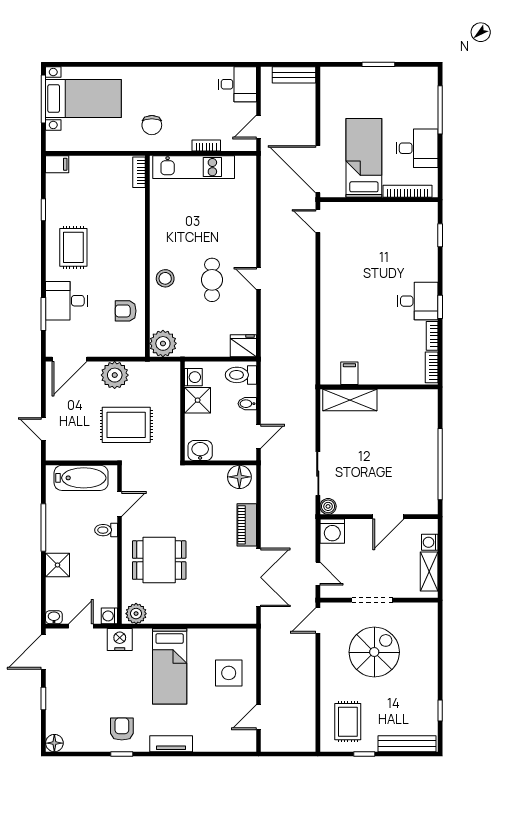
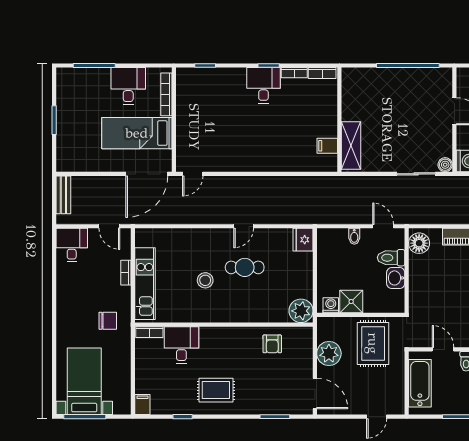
stool: (165, 278) -> (205, 280), moved
desk: (67, 301) -> (181, 345), moved, turned 180
toilet: (241, 375) -> (391, 258), moved, turned 90
washing machine: (193, 377) -> (331, 305), moved
shower: (198, 400) -> (351, 302), moved
wall: (183, 411) -> (361, 315), moved

